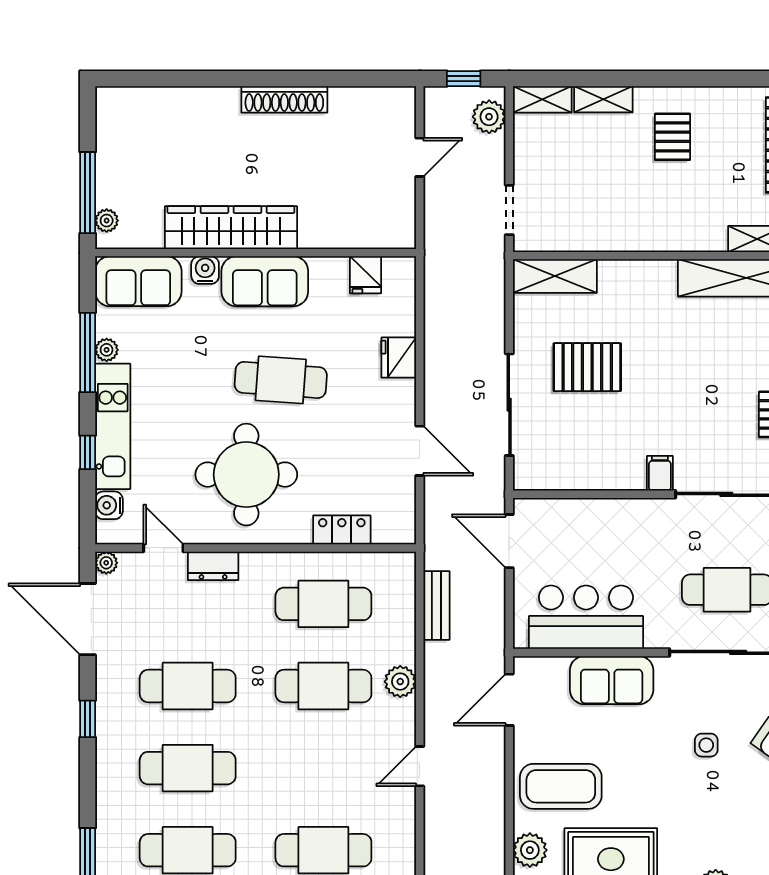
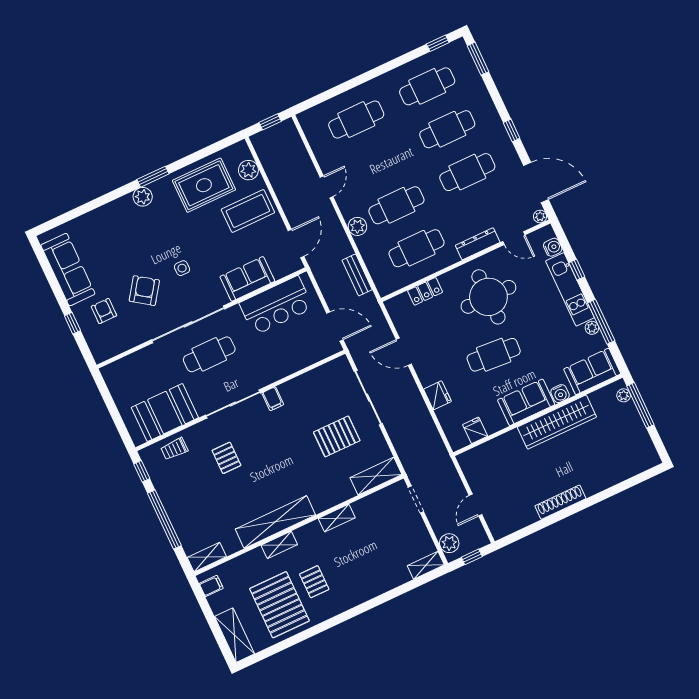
shelving: (603, 99) -> (337, 518), moved
pallet: (672, 137) -> (314, 582), moved
dresser: (213, 566) -> (478, 244), width x1.44

